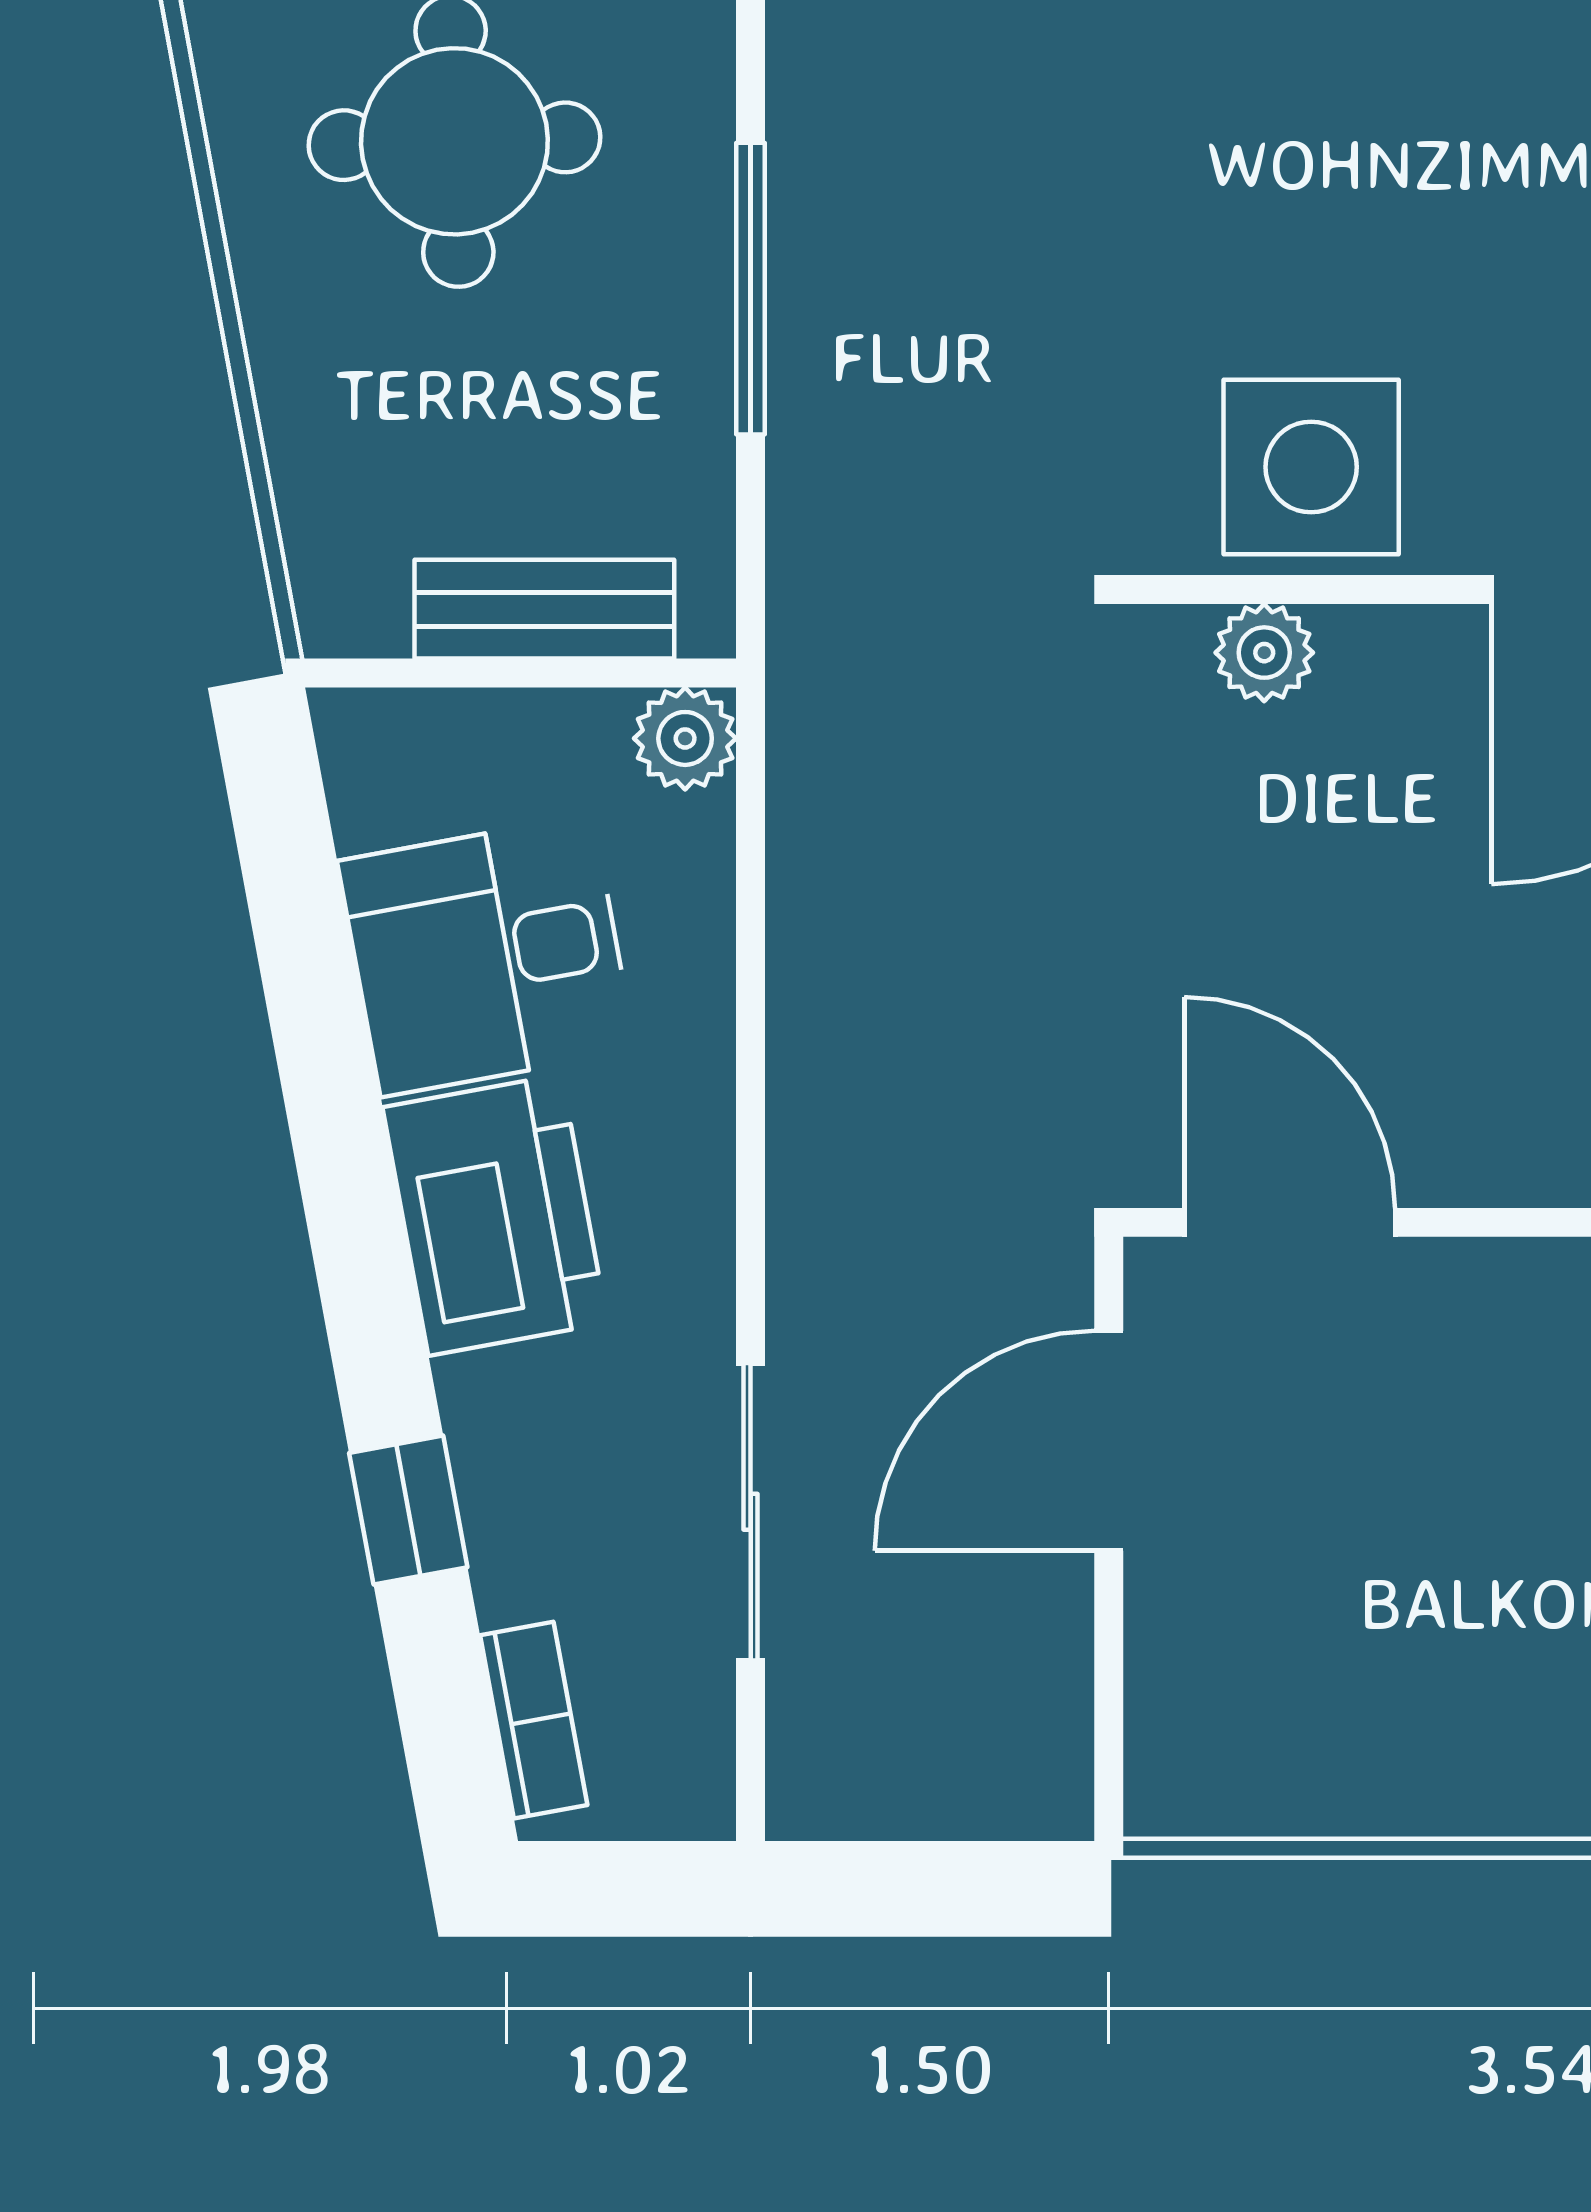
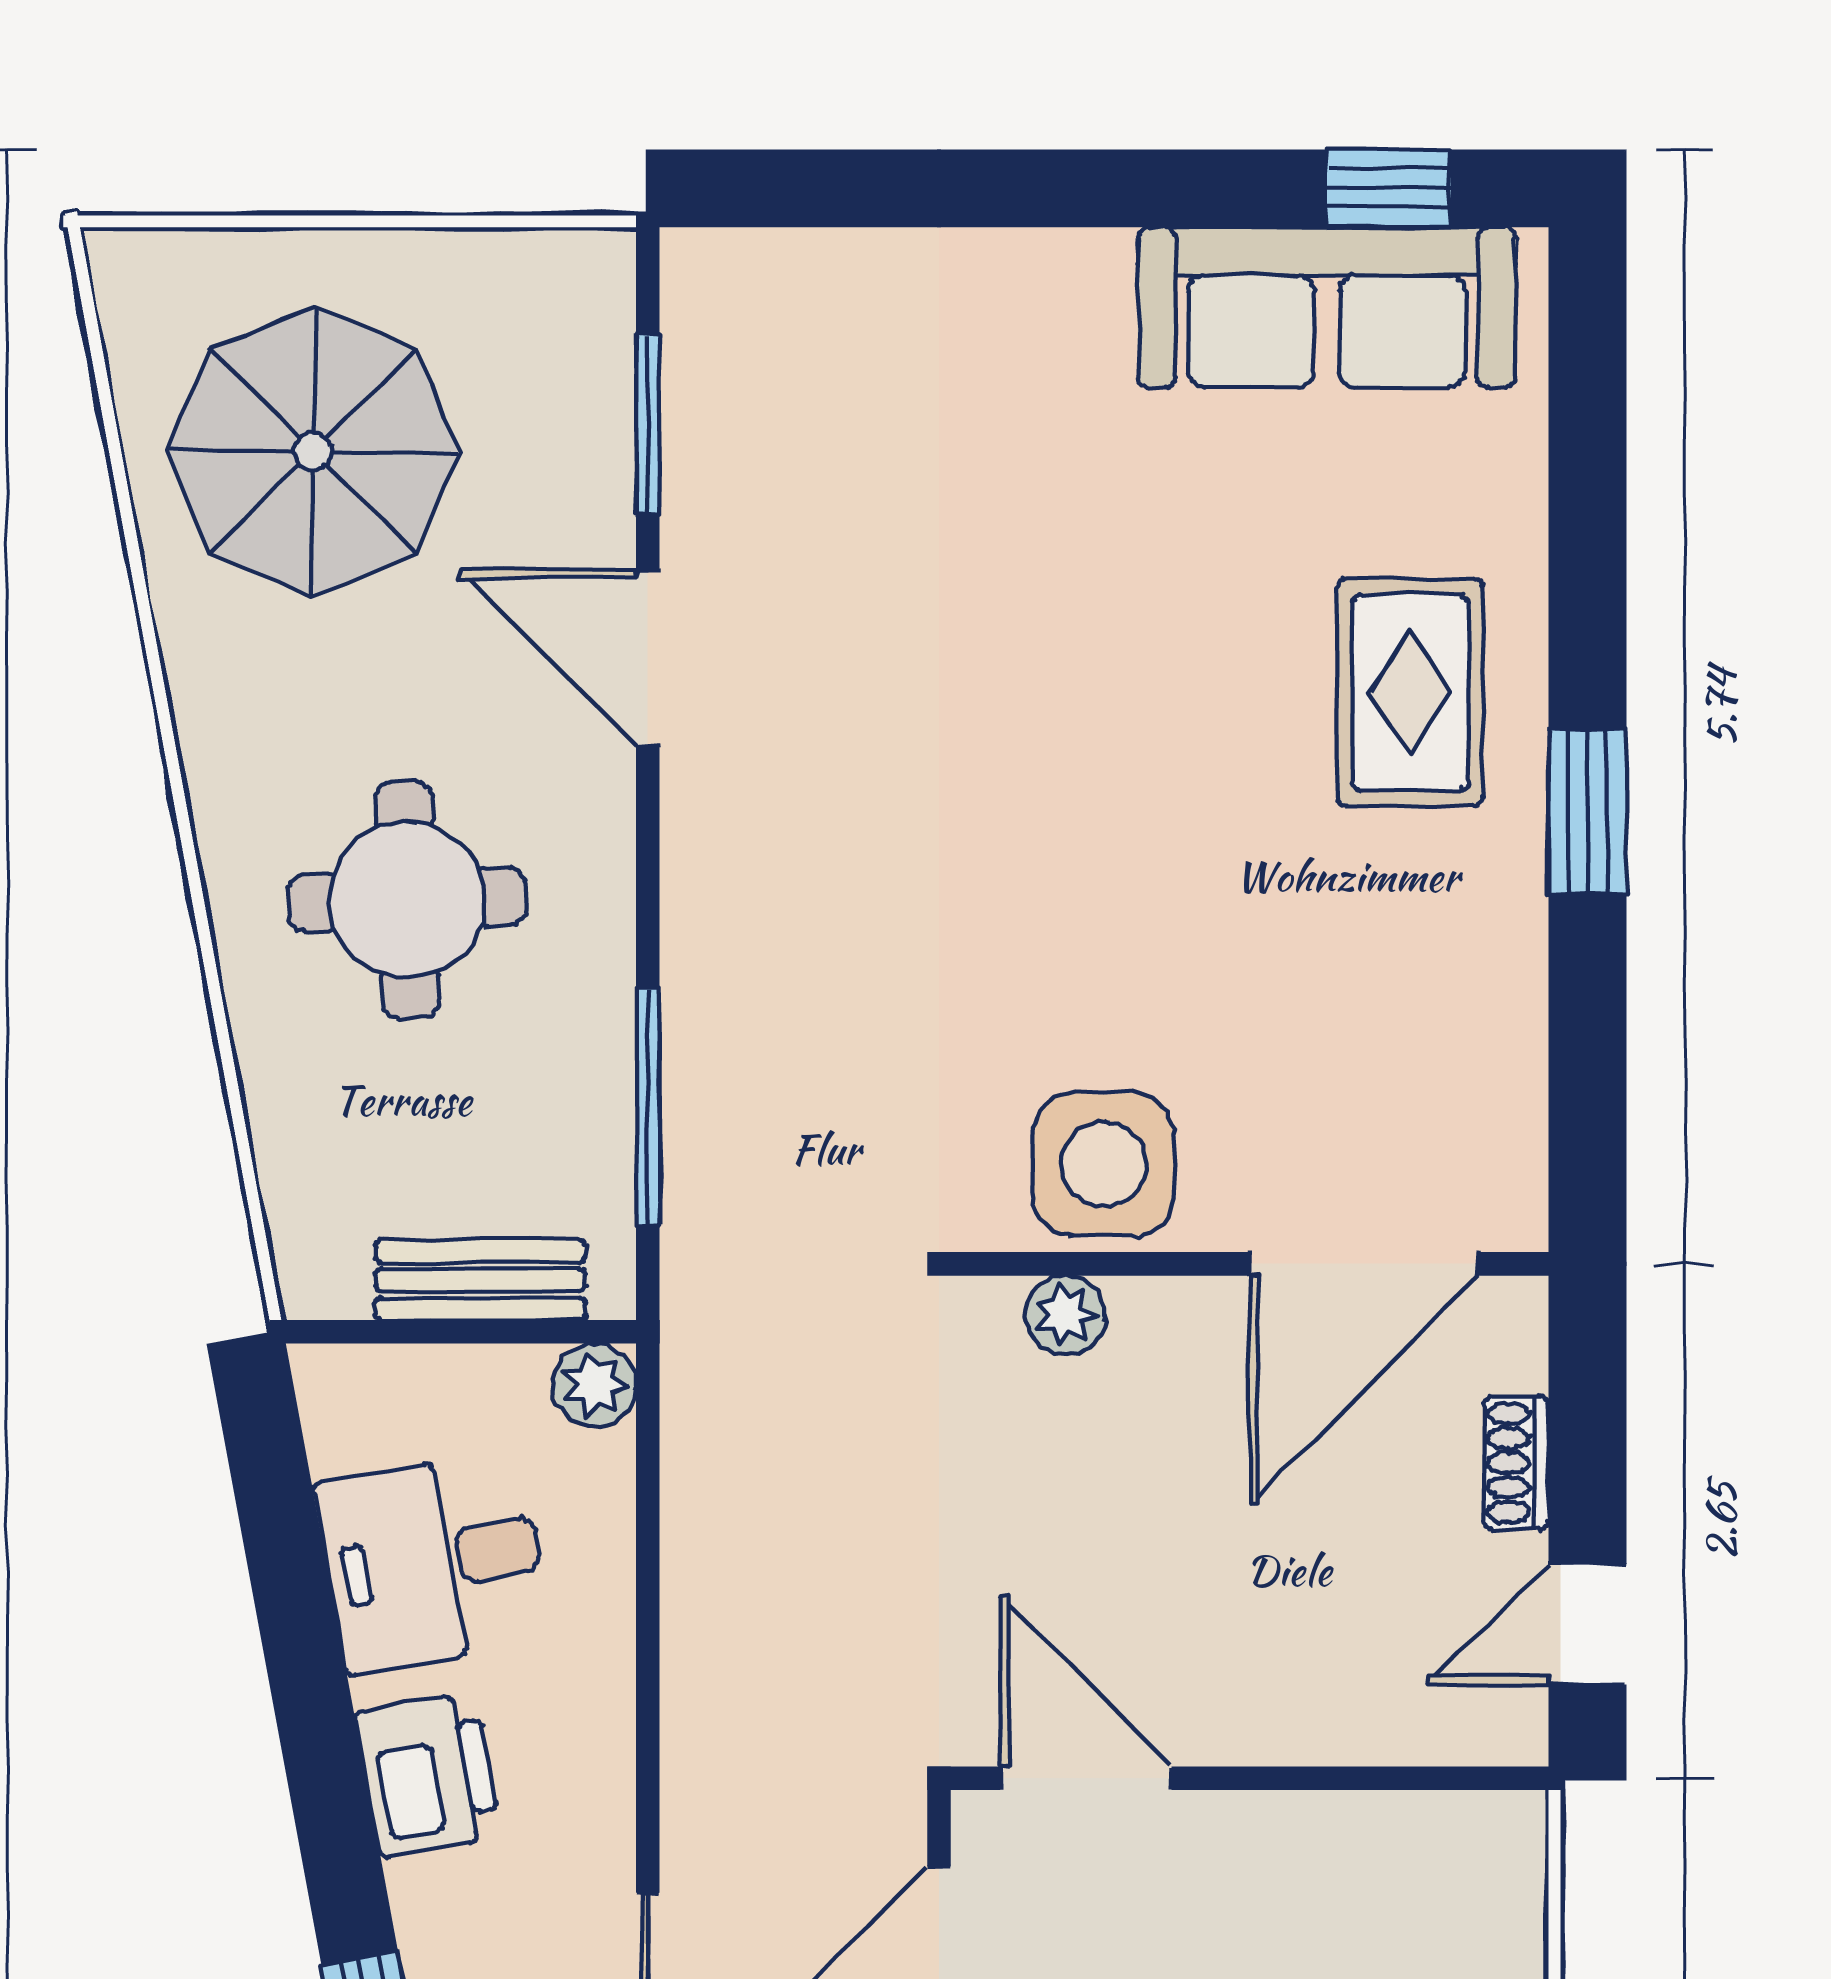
window: (751, 289) -> (648, 1107), moved
printer: (495, 1215) -> (428, 1775), width x0.73, depth x0.84

